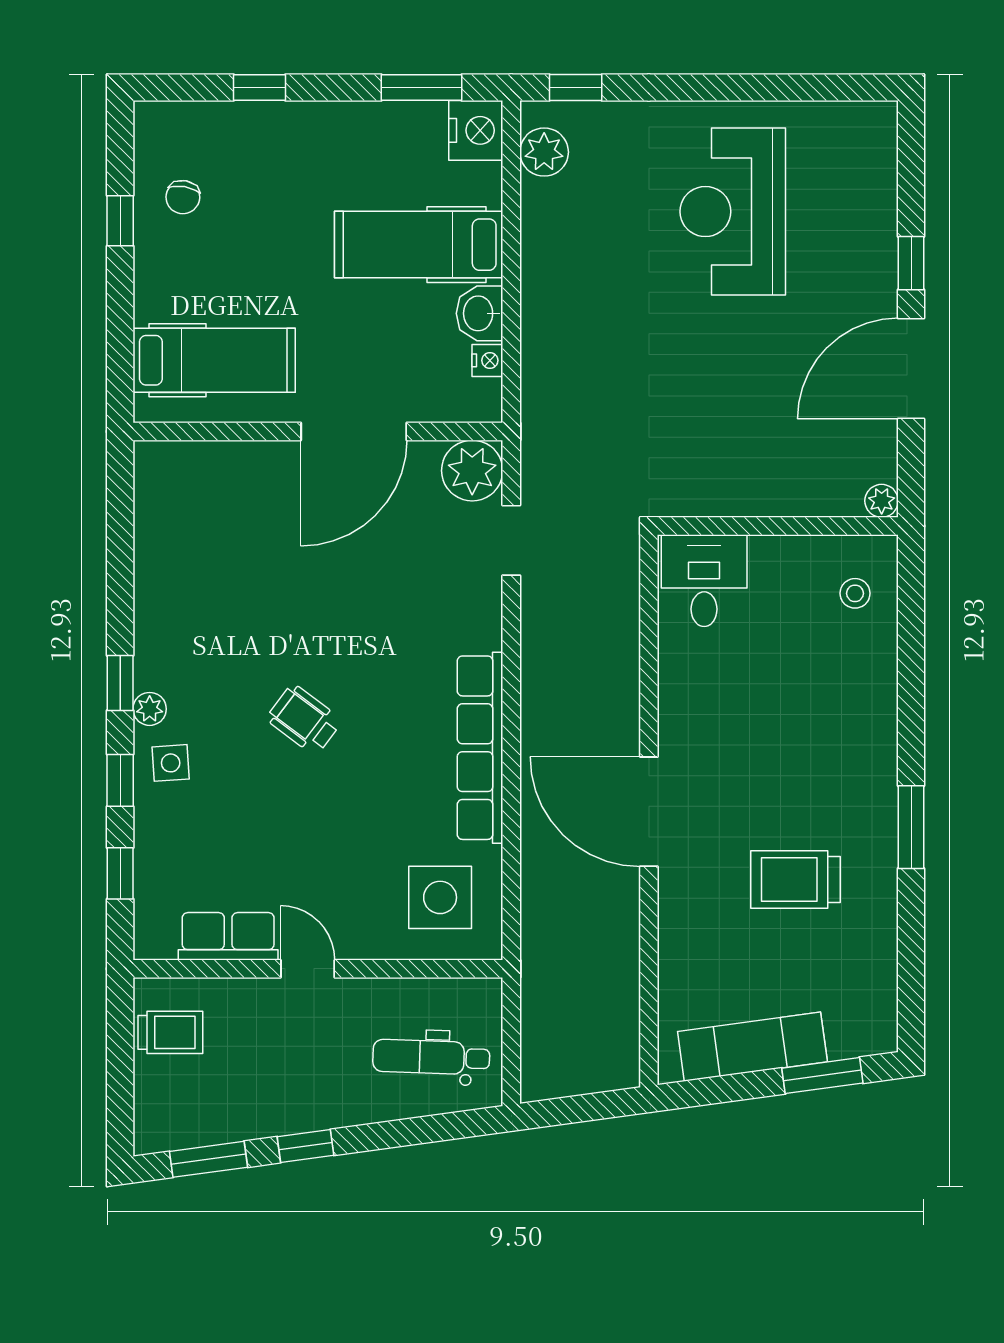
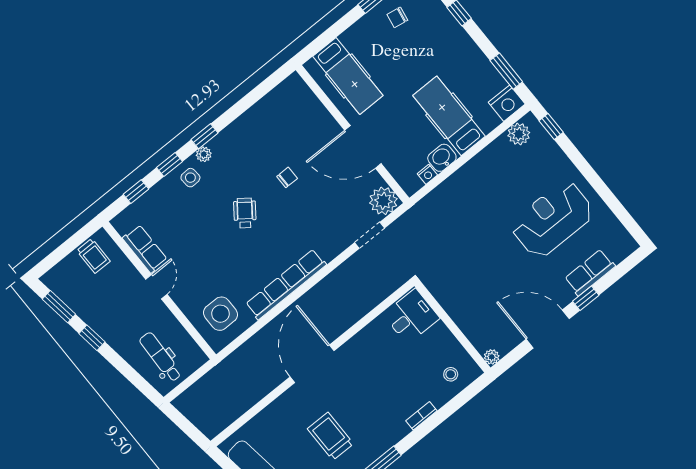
row of seats: (873, 221) -> (590, 272), added
chair: (302, 600) -> (287, 177), added
bookcase: (885, 699) -> (421, 416), added

